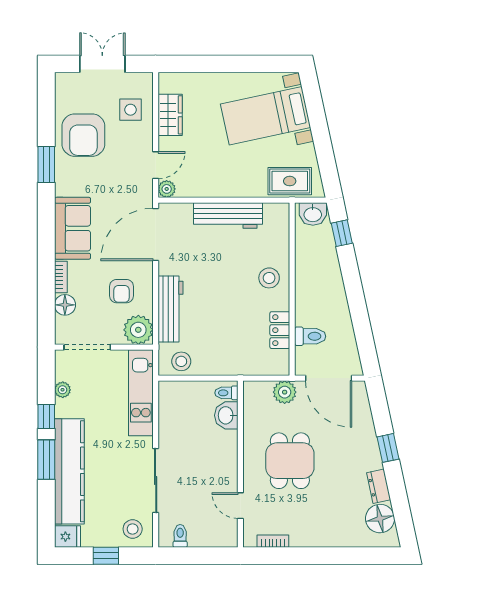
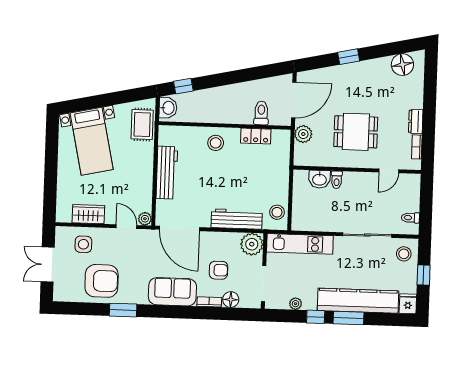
armchair: (121, 291) -> (219, 270), moved
toilet: (226, 393) -> (337, 180), moved
dresser: (379, 486) -> (416, 121), moved, turned 102

